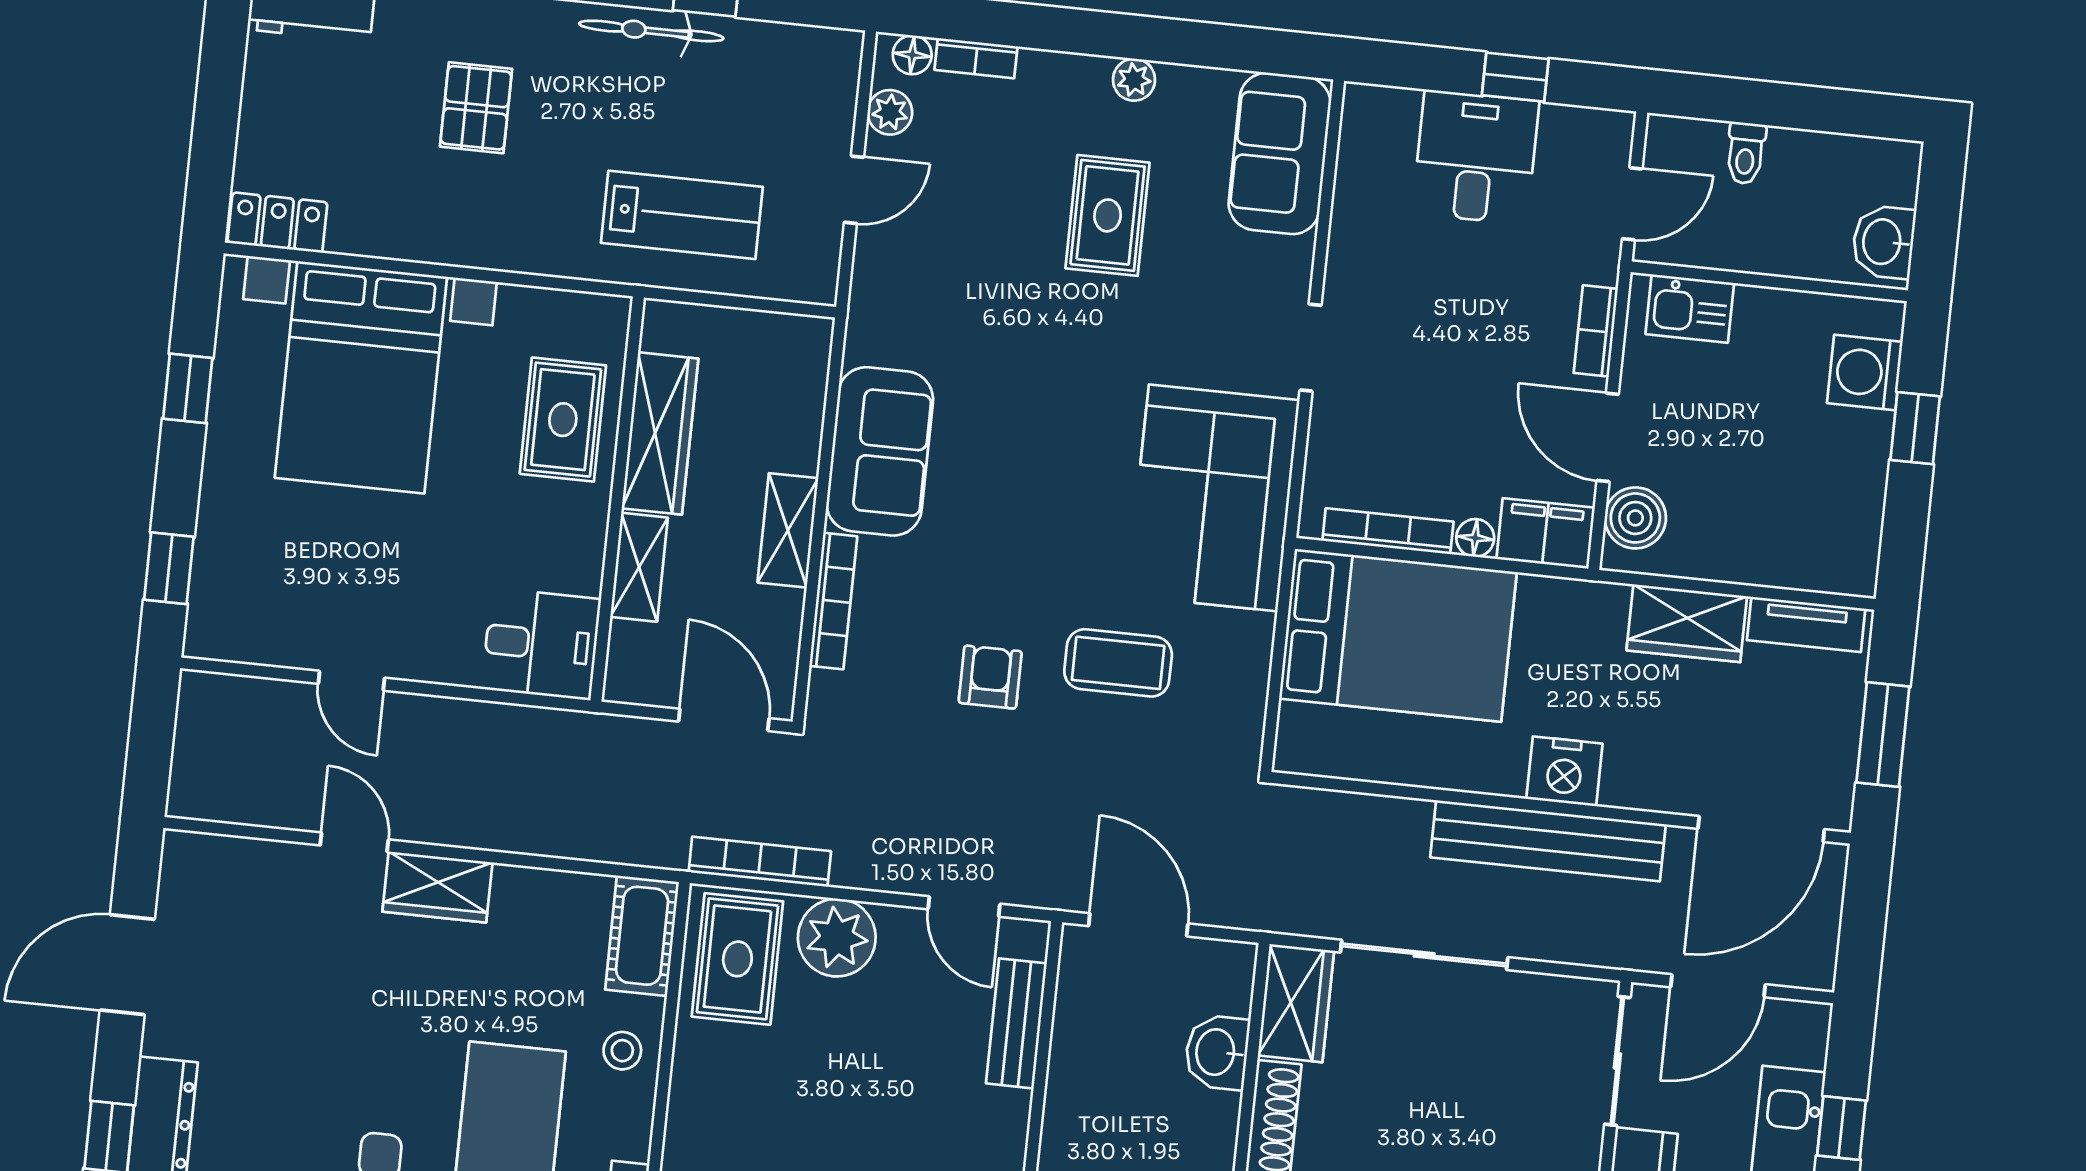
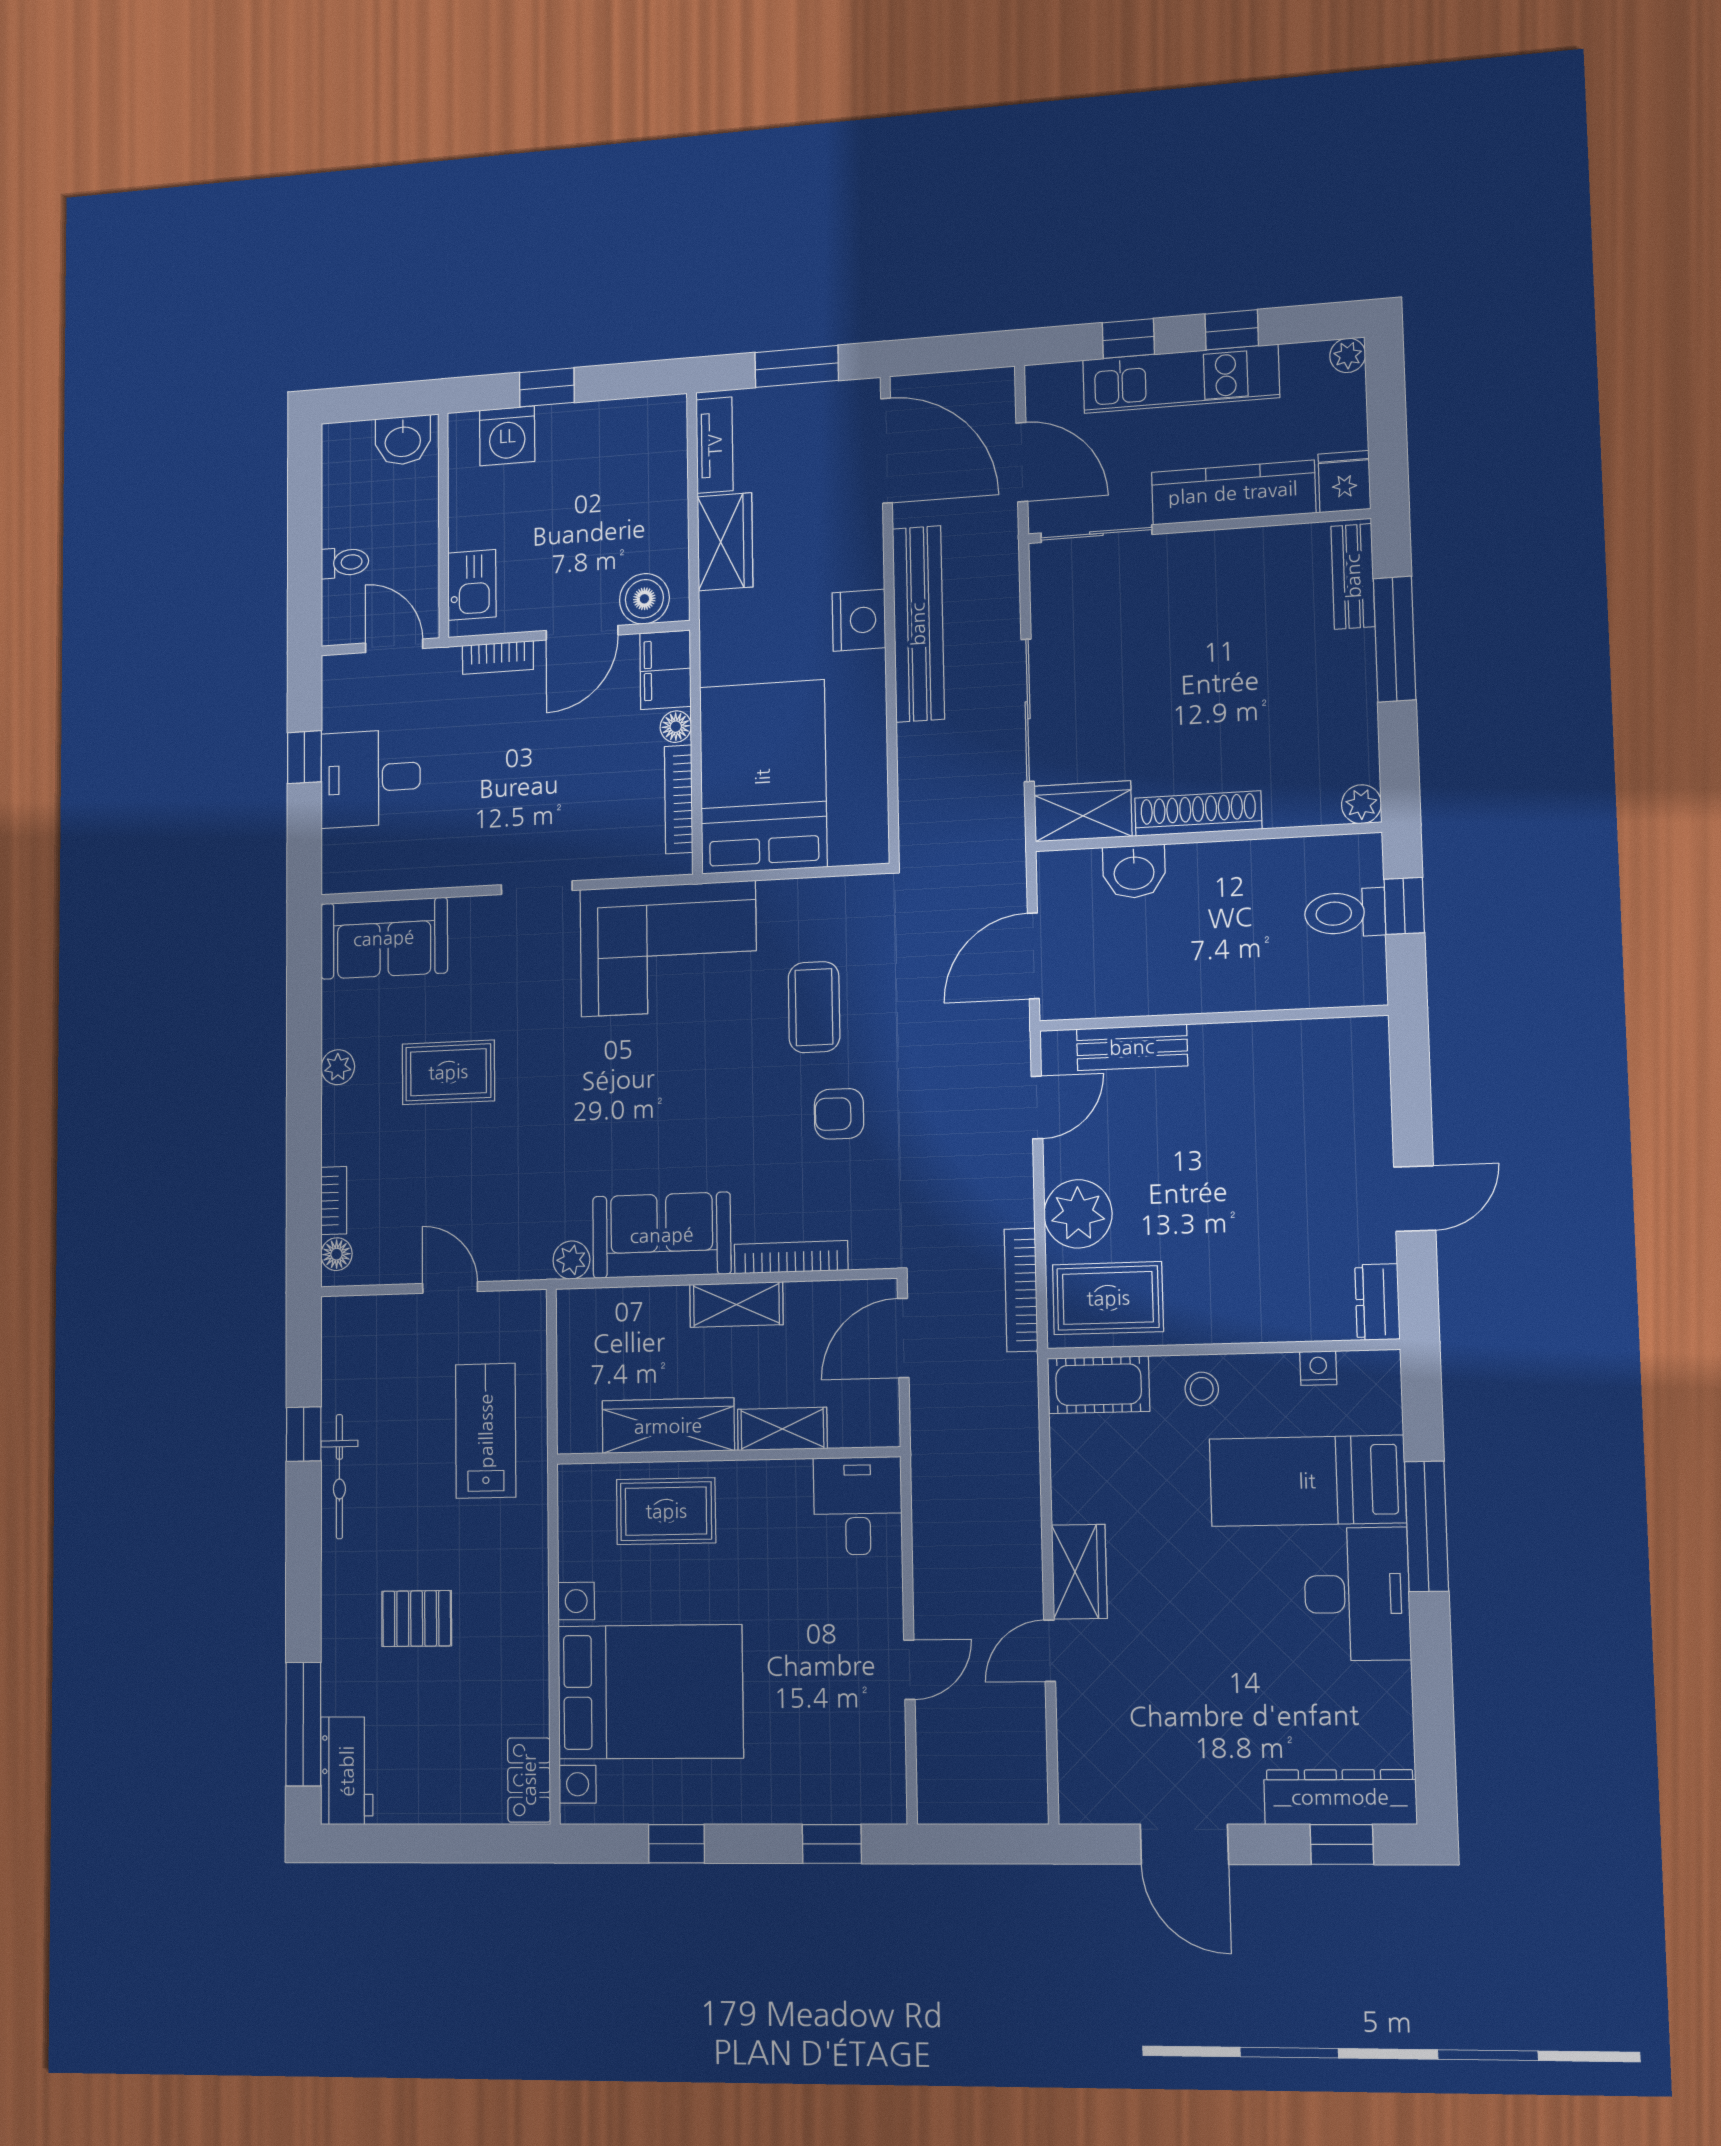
plant: (890, 112) -> (571, 1260), moved

